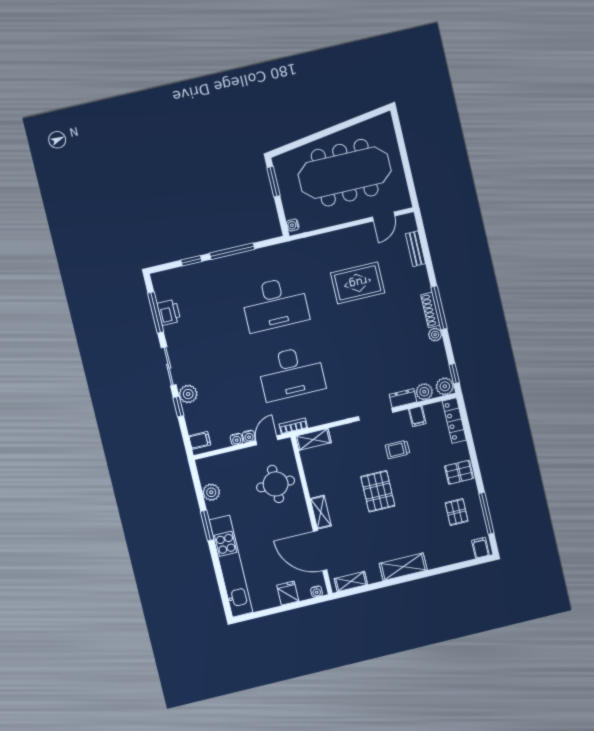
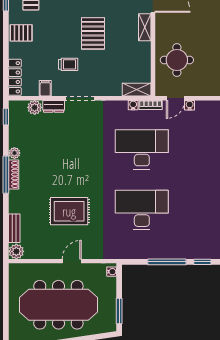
door: (384, 216) -> (72, 261), moved
plant: (445, 386) -> (16, 251), moved
water cooler: (237, 439) -> (133, 105), moved

